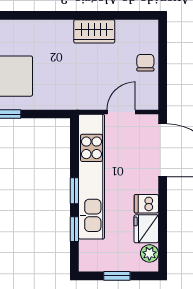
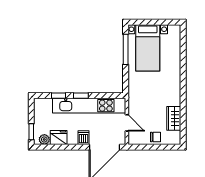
wardrobe: (94, 31) -> (174, 118), moved
dishwasher: (146, 204) -> (84, 138), moved
window: (117, 276) -> (31, 132), moved

